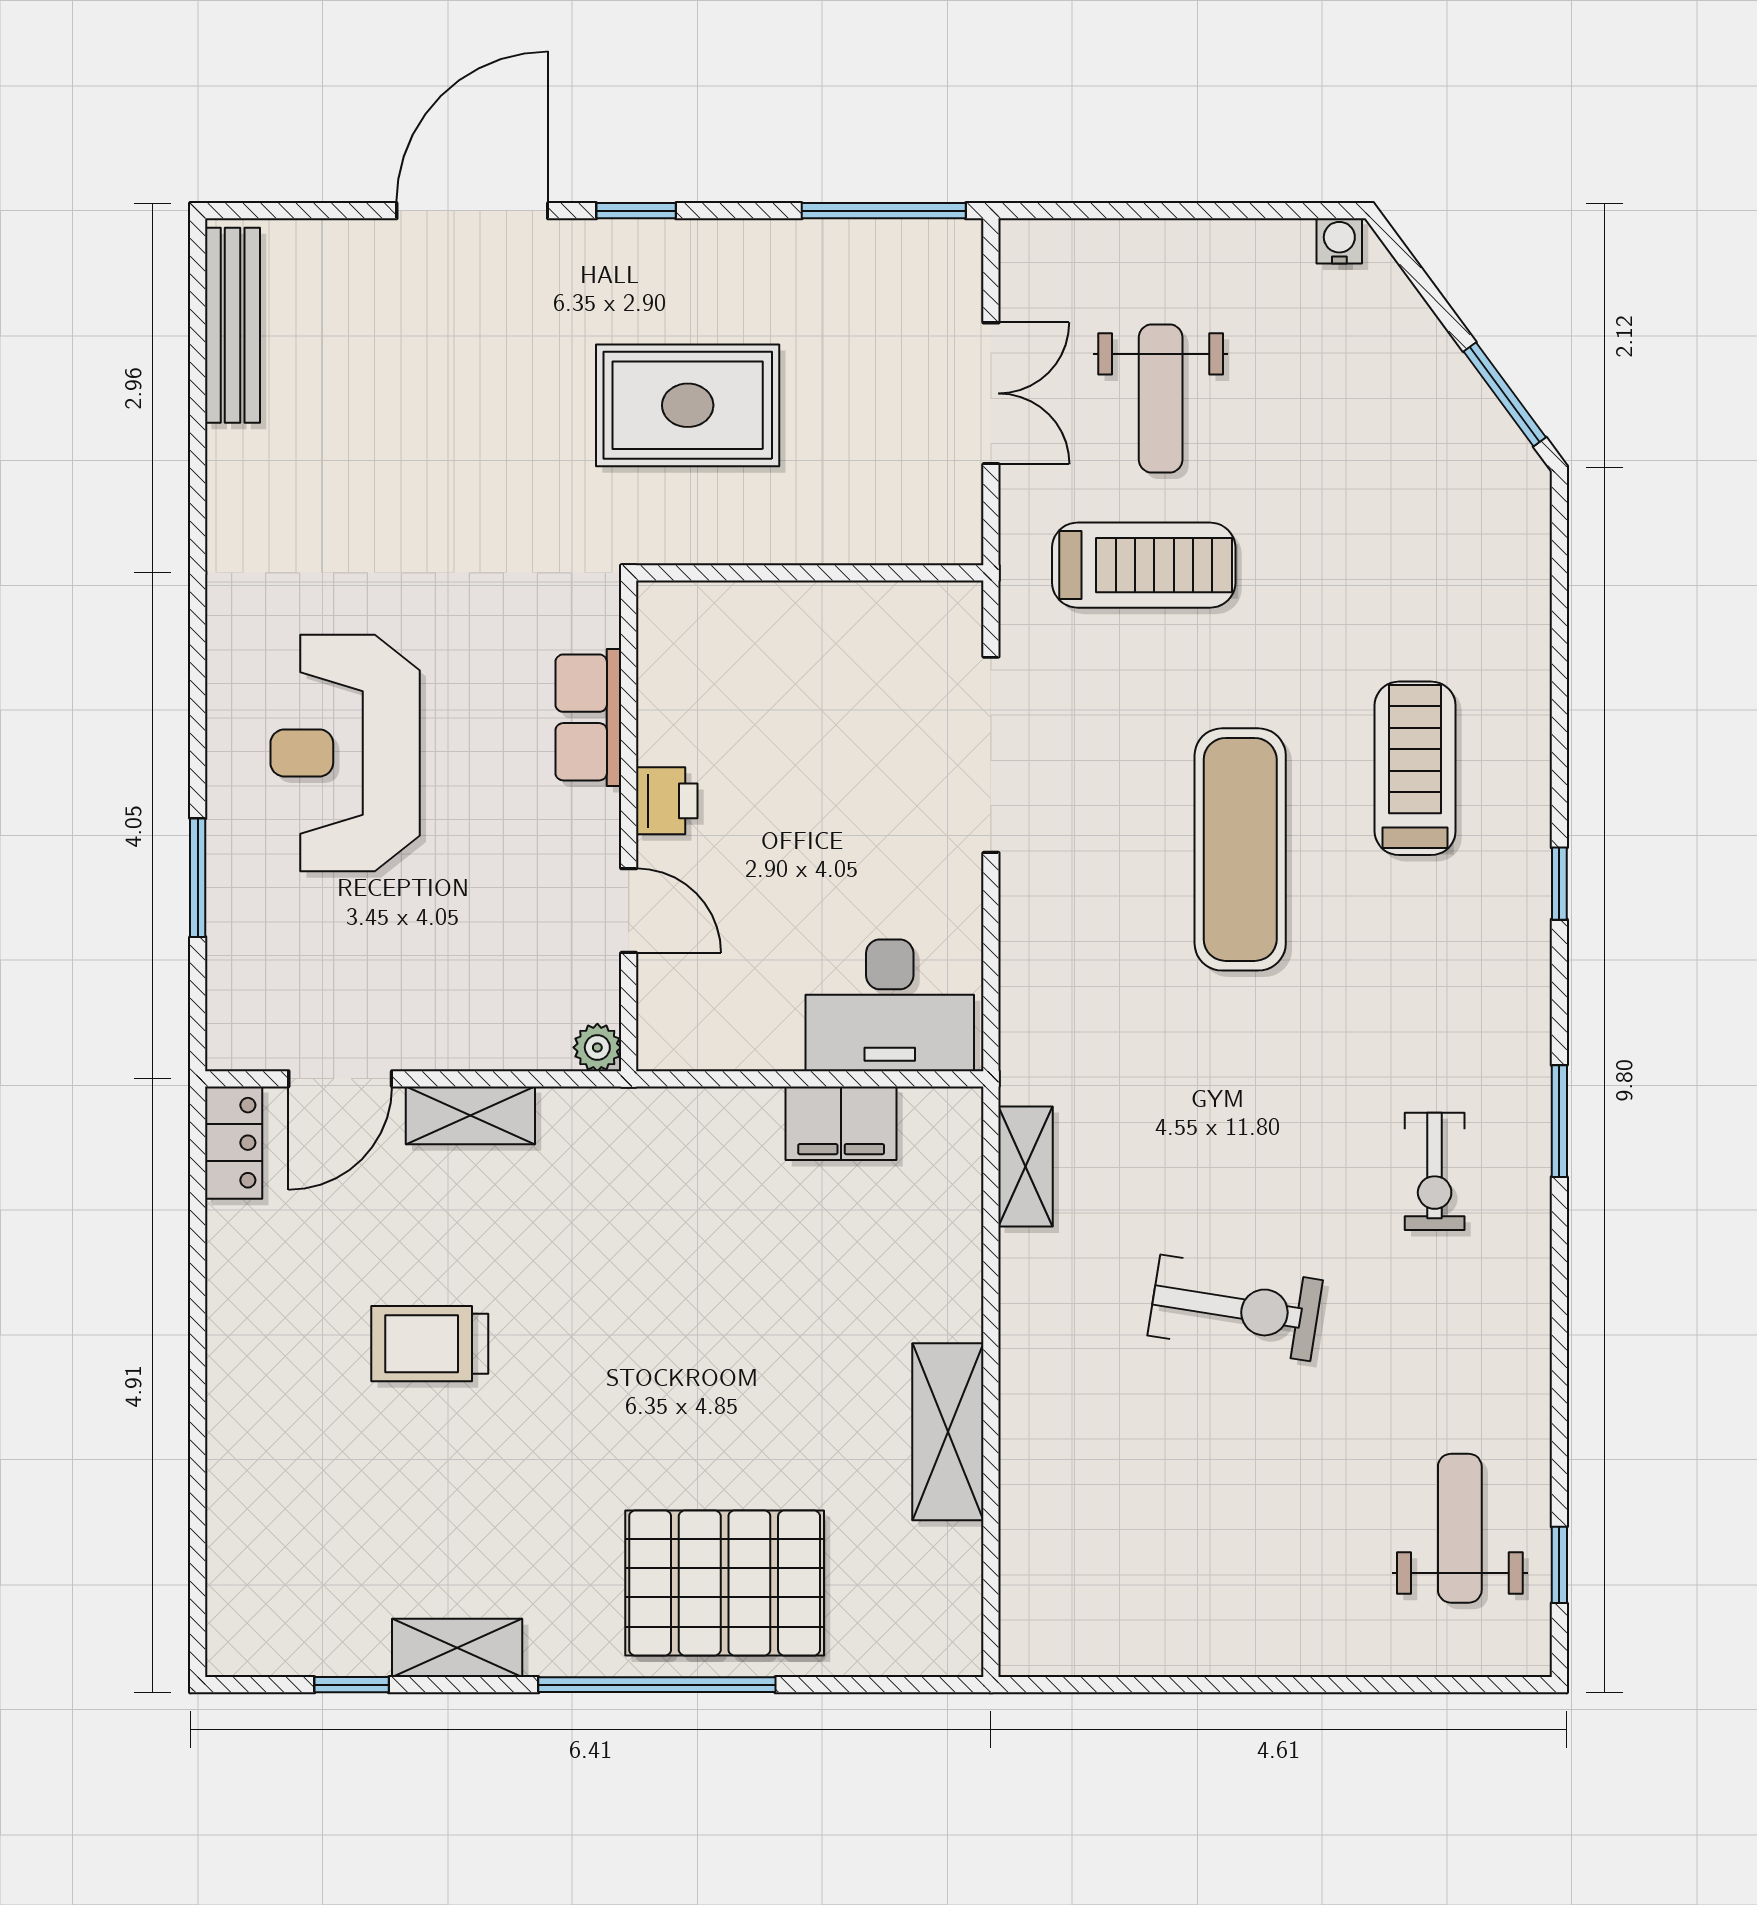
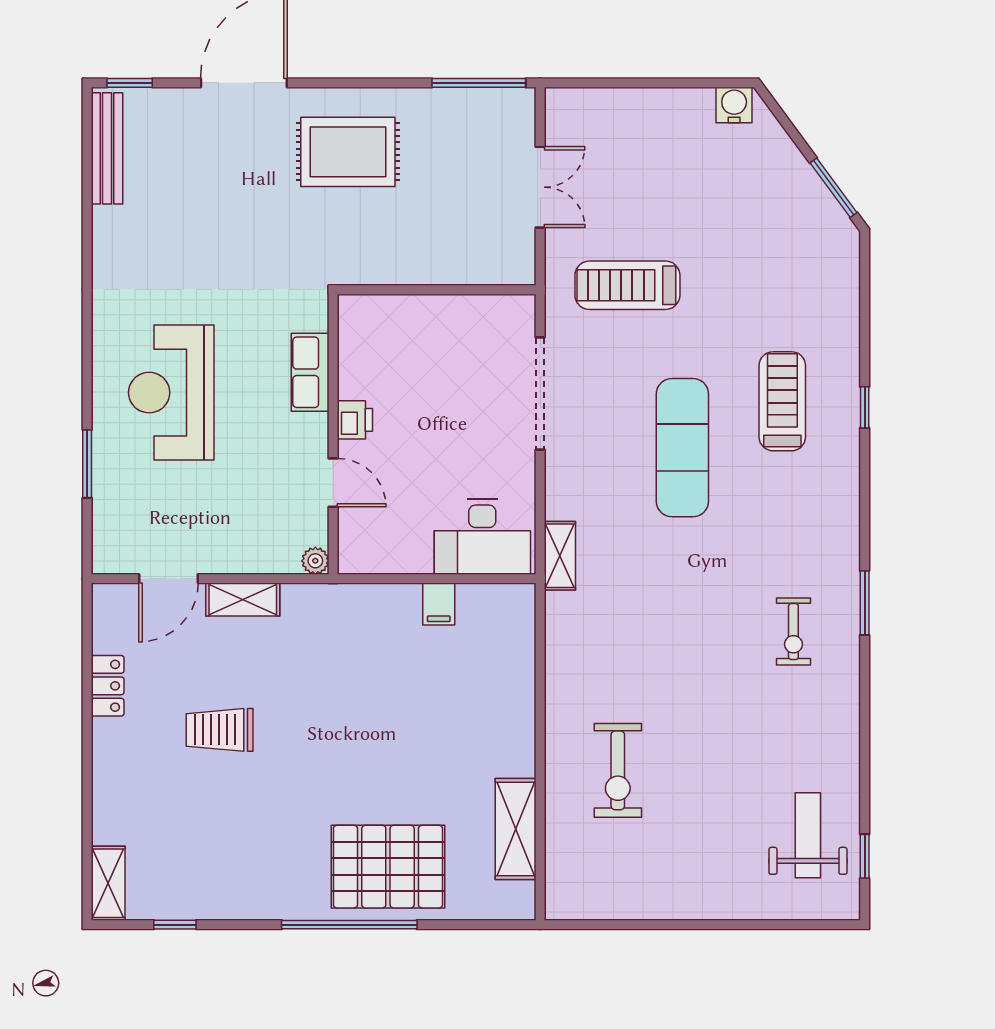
window: (636, 211) -> (130, 83), moved
water cooler: (1339, 241) -> (734, 105), width x1.38, depth x1.38
weight bench: (1161, 398) -> (637, 190), removed
rug: (688, 405) -> (348, 152), moved
treadmill: (1144, 565) -> (627, 285), turned 180
window: (1559, 884) -> (865, 407), moved
filing cabinet: (841, 1123) -> (439, 604), width x0.50
locker: (234, 1143) -> (108, 686), moved
shelving: (1026, 1166) -> (560, 556), moved
exercise bike: (1235, 1308) -> (618, 770), moved, turned 81
shelving: (948, 1432) -> (516, 829), moved
shelving: (457, 1648) -> (108, 883), moved, turned 90

